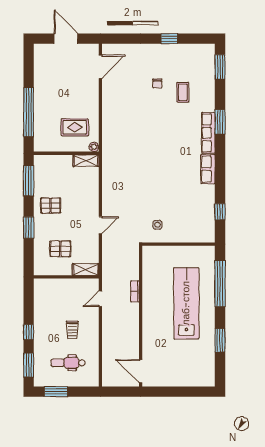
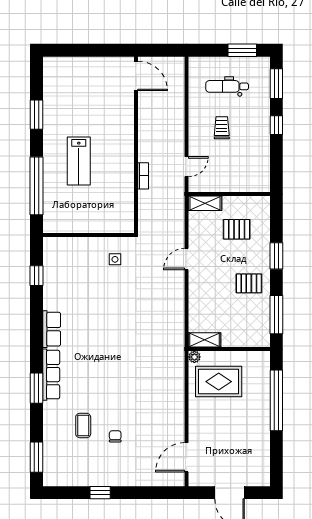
rug: (75, 127) -> (219, 382), width x1.36, depth x1.43
lab bench: (186, 303) -> (79, 161), width x0.54, depth x0.72
dental chair: (68, 363) -> (227, 86), turned 180

